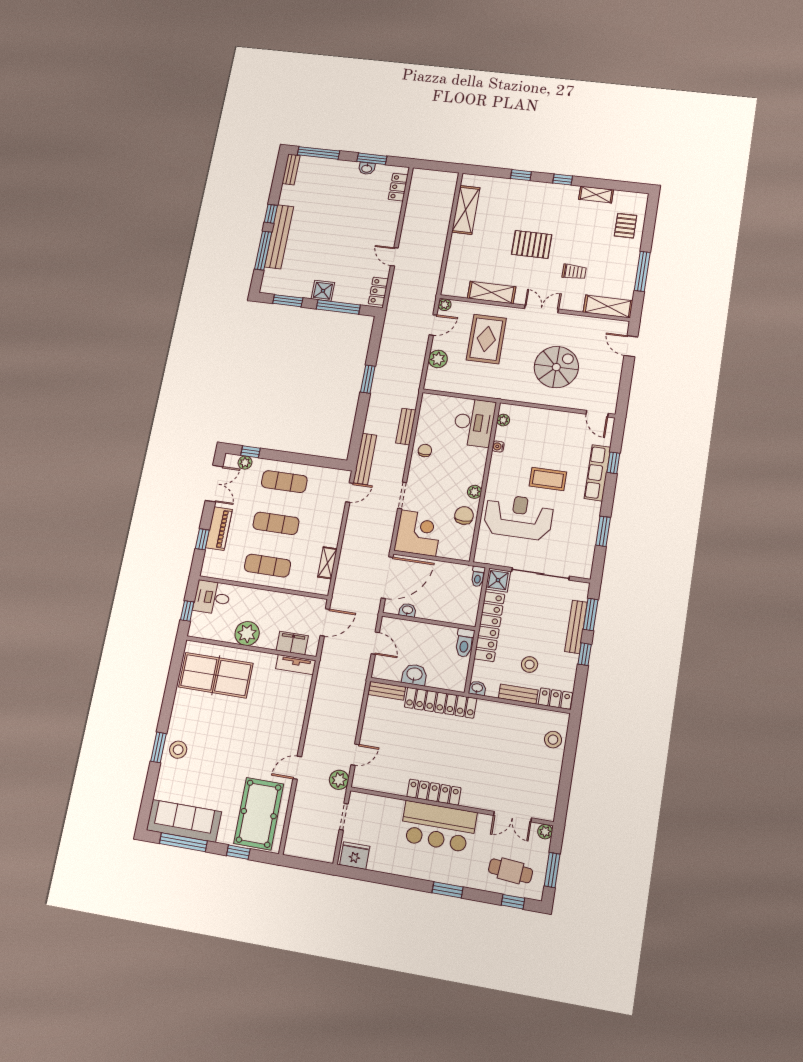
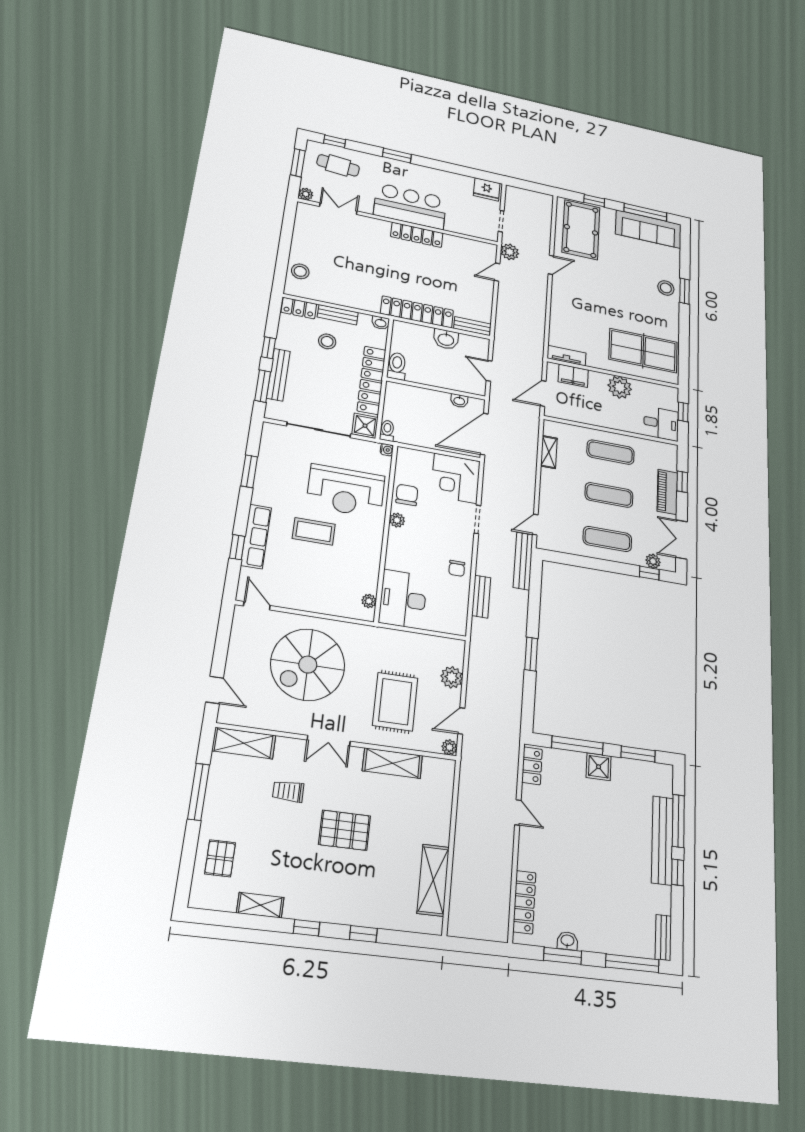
locker: (398, 187) -> (524, 902), width x1.53
spiral stairs: (556, 367) -> (308, 665), width x1.37, depth x1.37
water cooler: (498, 447) -> (387, 450), moved
chair: (464, 515) -> (407, 495), turned 180

